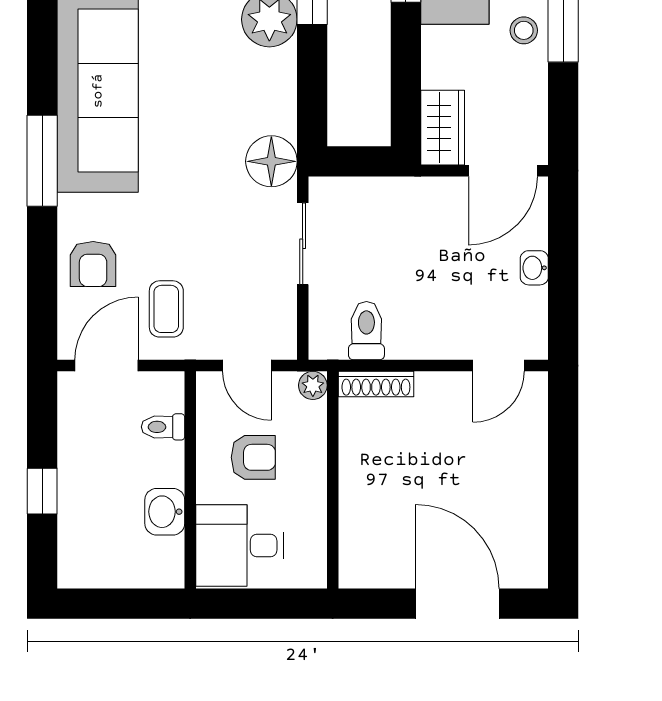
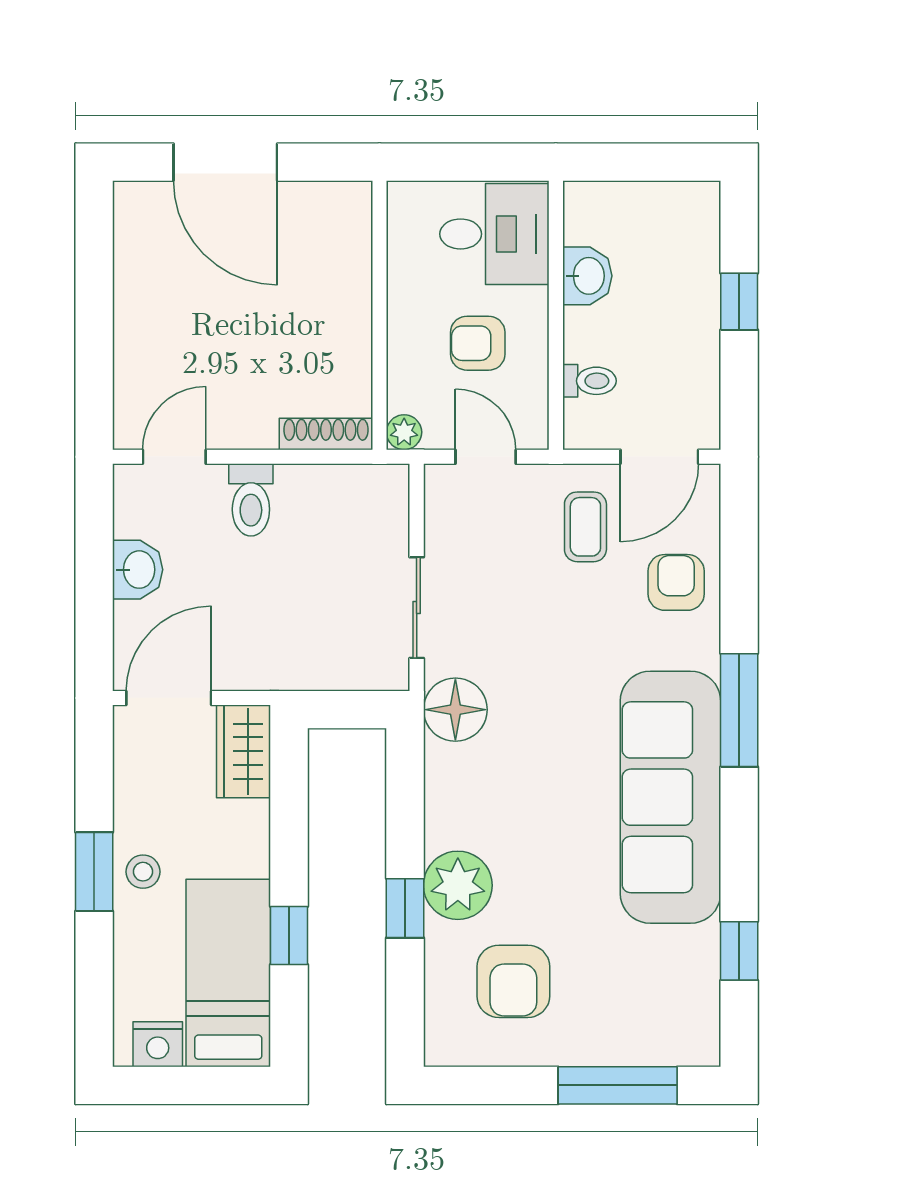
washbasin: (534, 268) -> (138, 570), width x1.38, depth x1.45
toilet: (366, 331) -> (251, 500), moved

